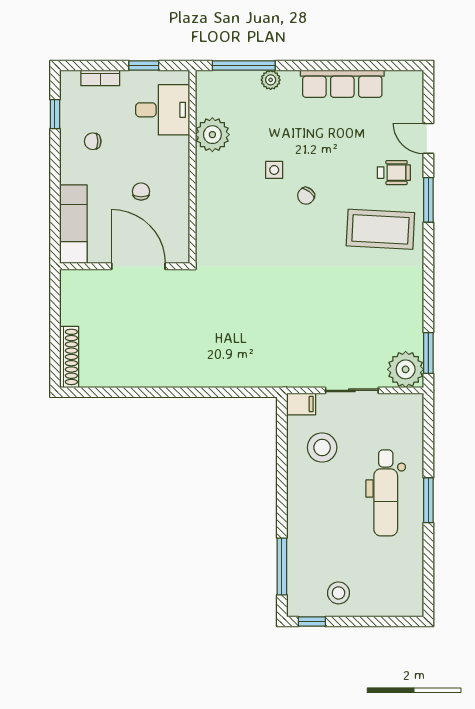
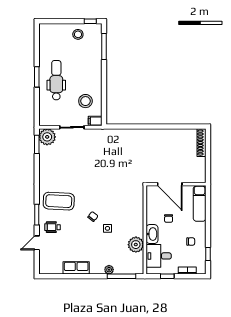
row of seats: (342, 84) -> (76, 268), width x0.68
door: (428, 138) -> (37, 243), swing flipped
washbasin: (177, 158) -> (152, 234), added

